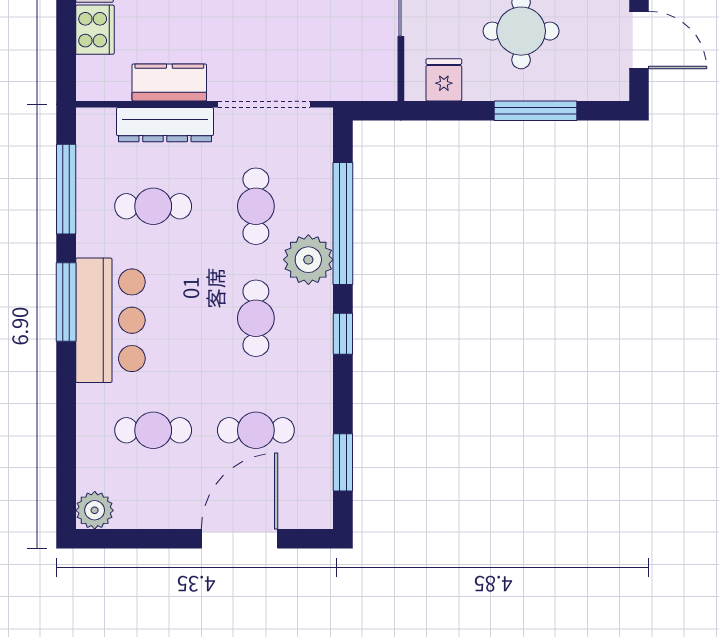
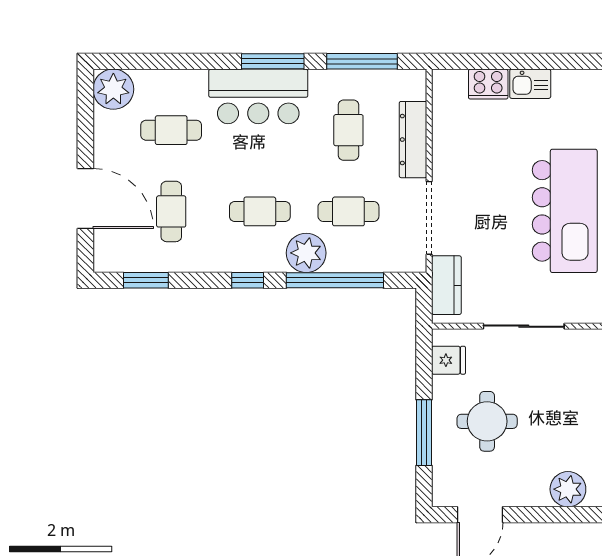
kitchen counter: (169, 82) -> (446, 285), moved
cafe table: (153, 430) -> (171, 130), turned 90
plant: (95, 510) -> (113, 89), width x1.36, depth x1.36

